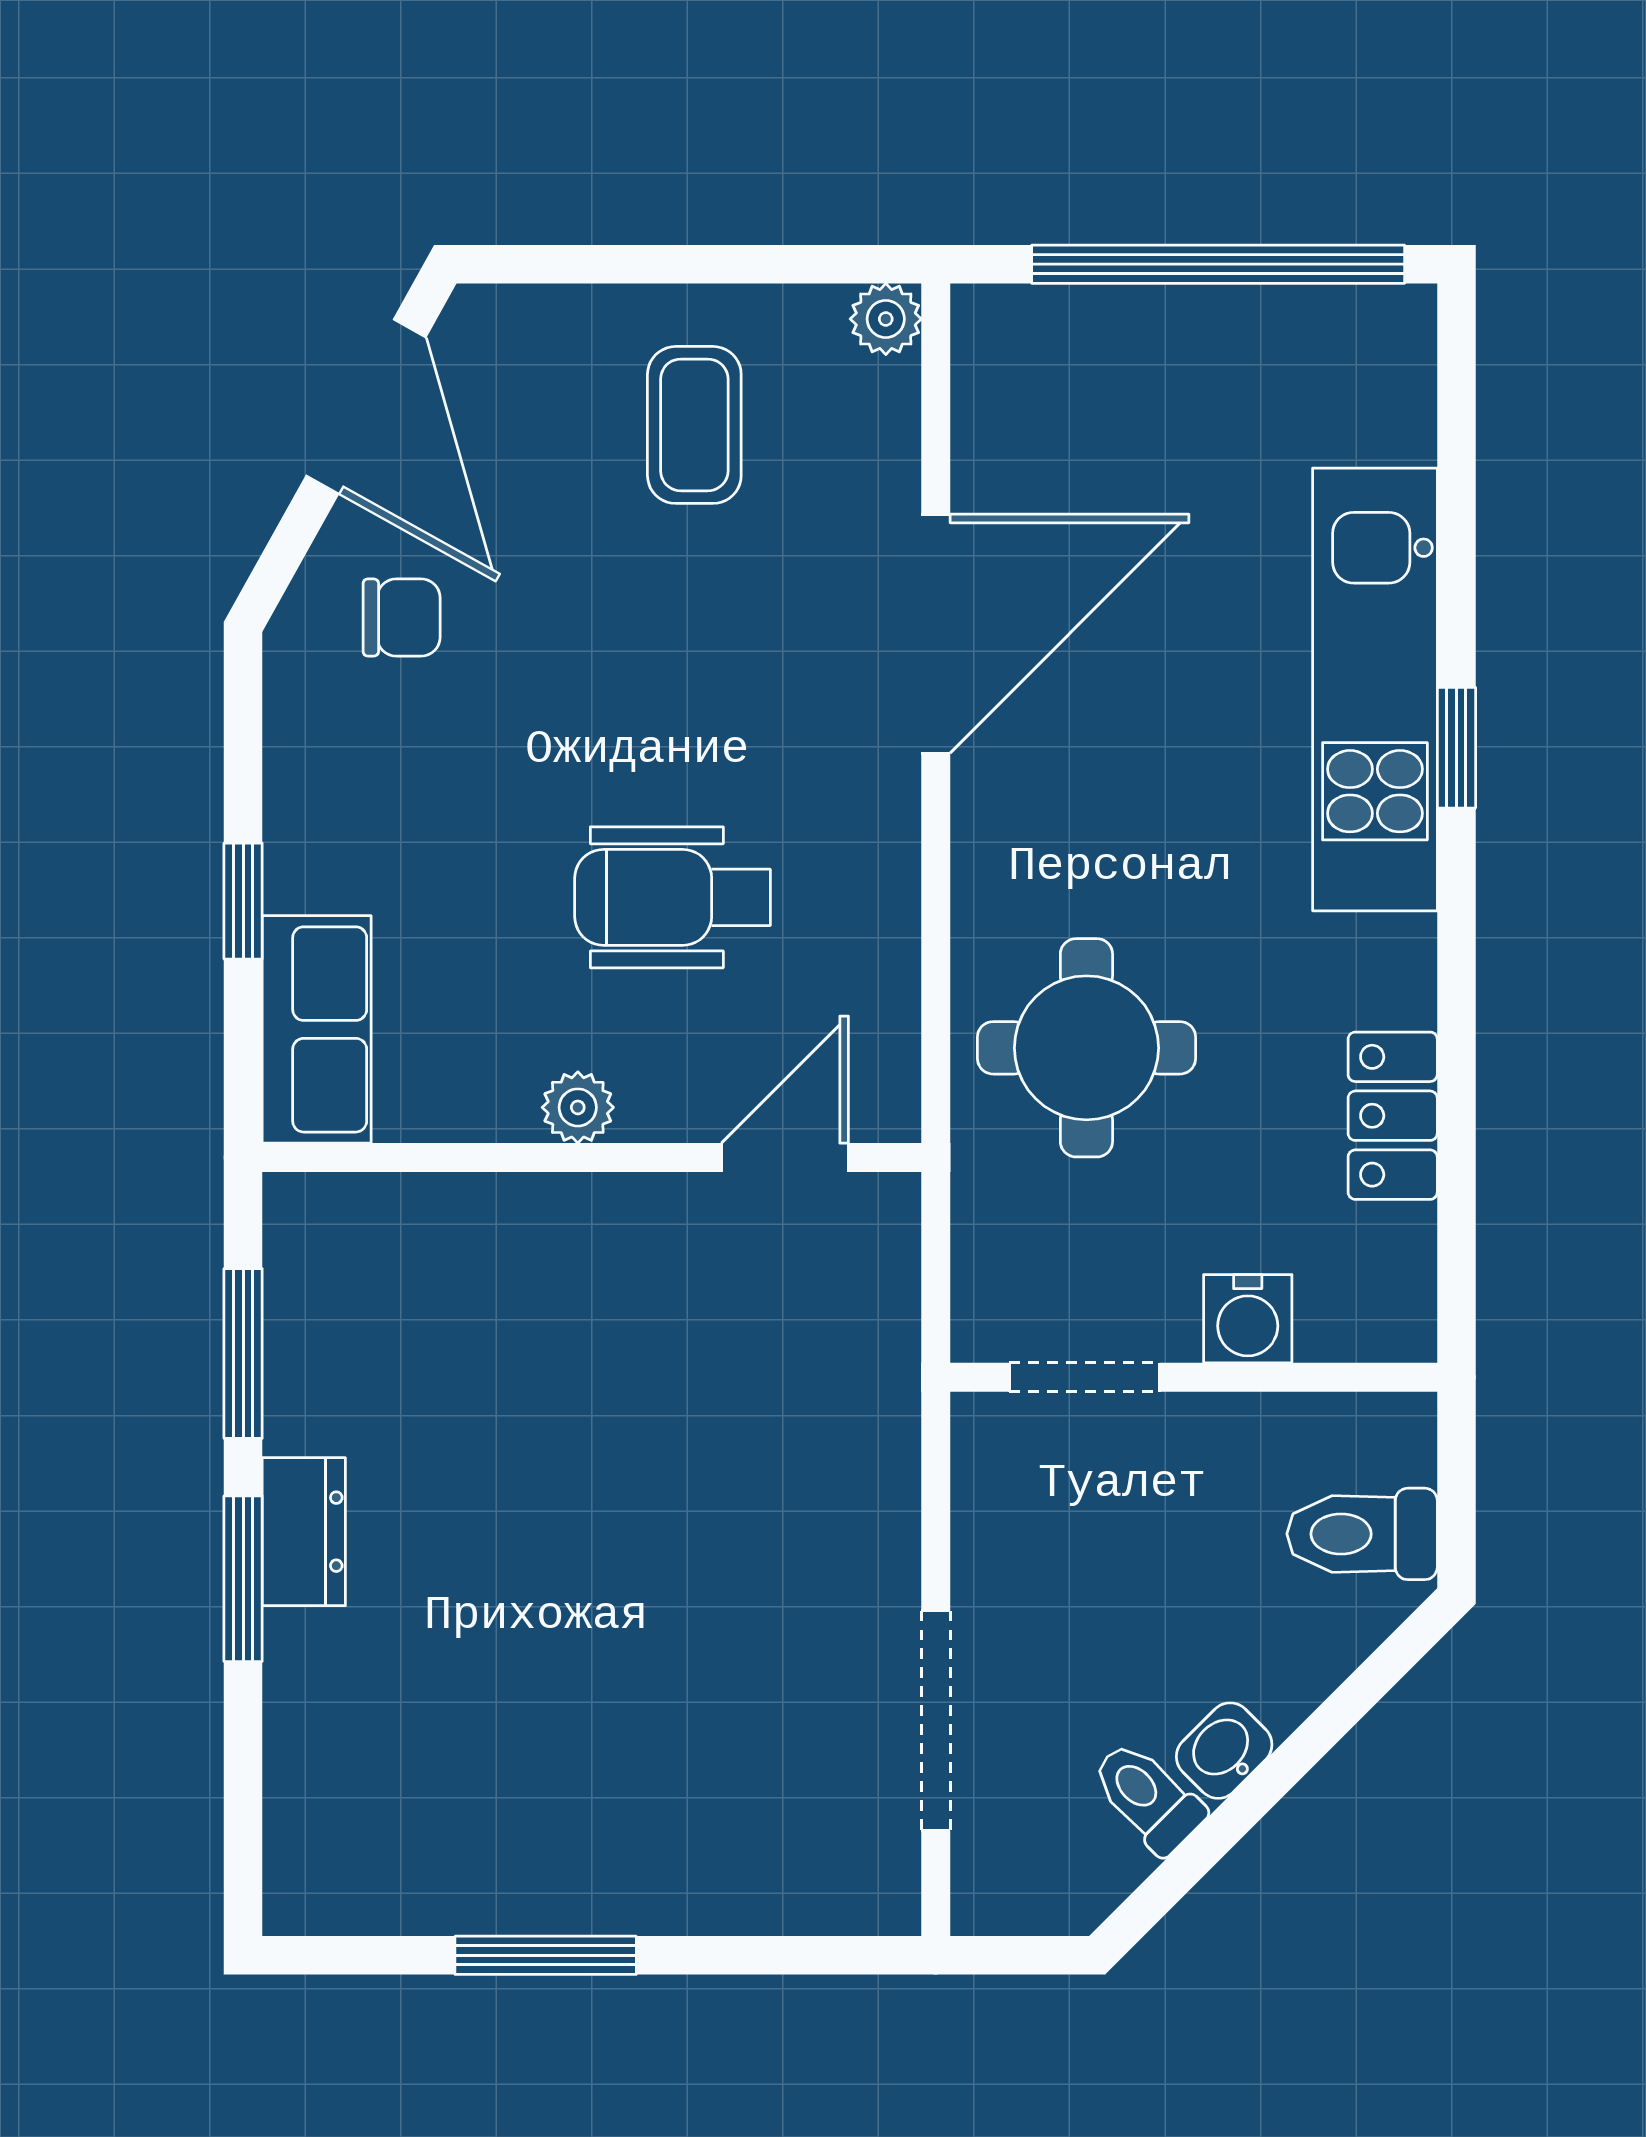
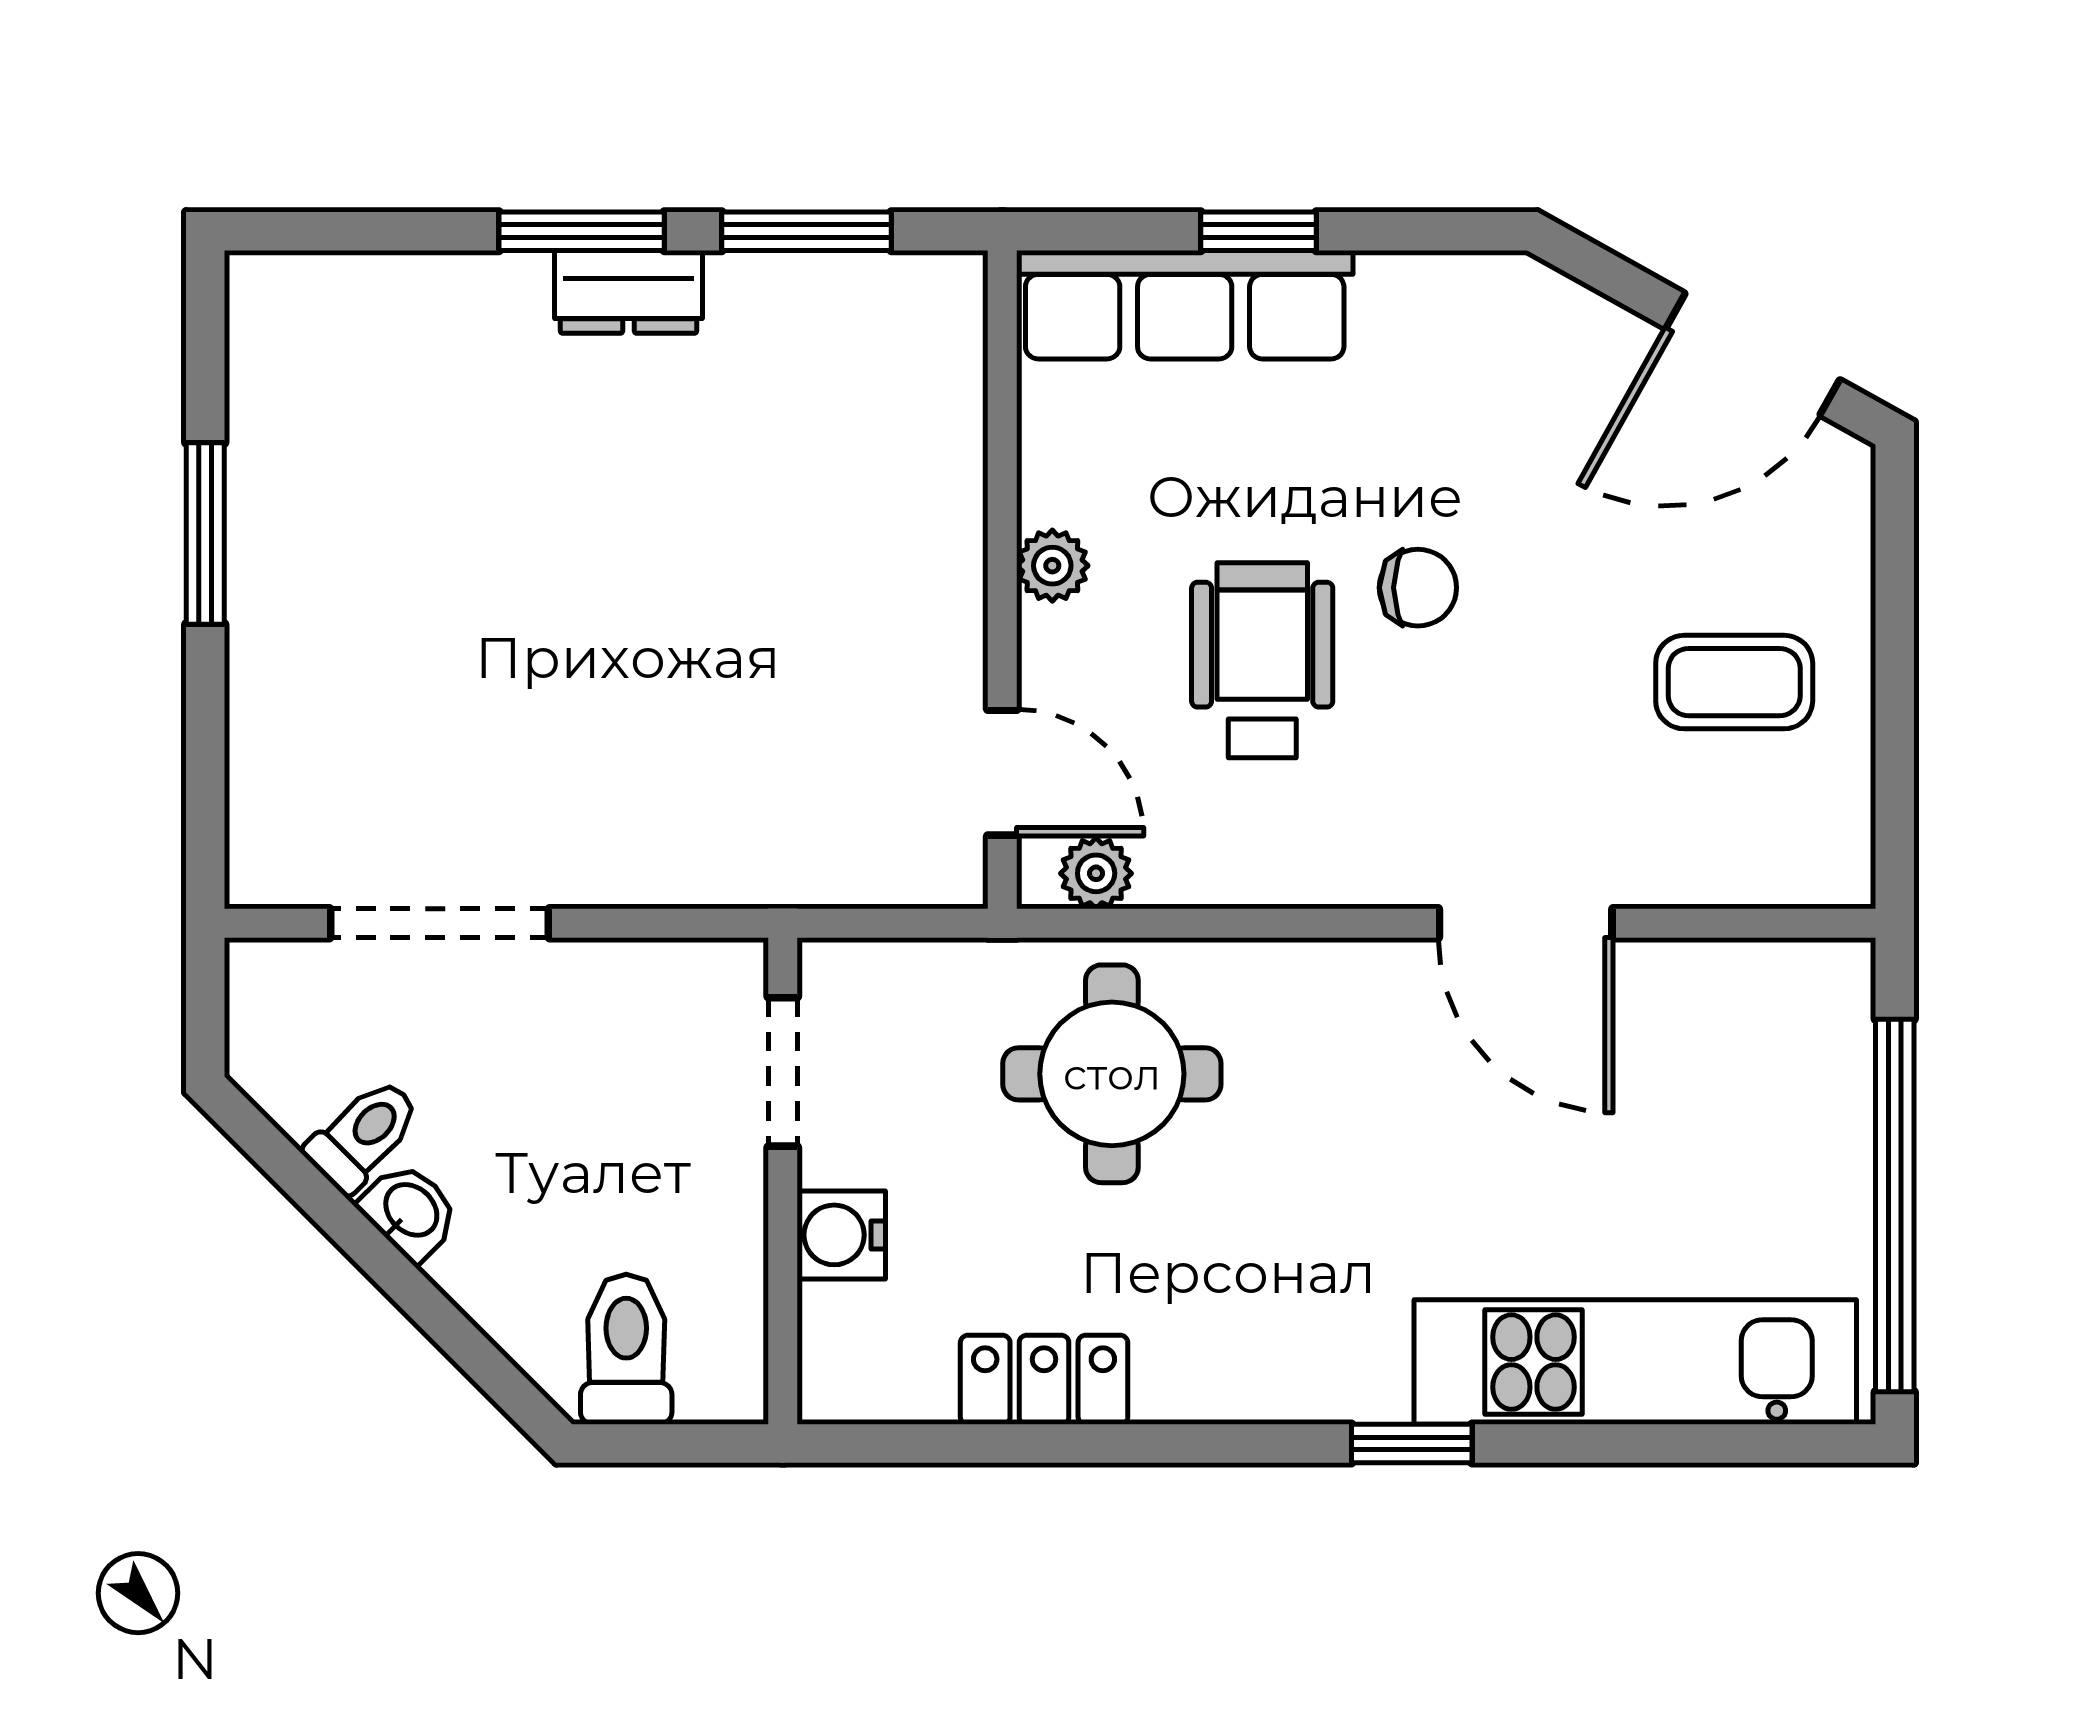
plant: (886, 319) -> (1096, 873), moved
chair: (402, 617) -> (1418, 588), moved, turned -90
door: (936, 634) -> (1526, 923), width x0.73
kitchen unit: (1375, 689) -> (1635, 1362), moved
row of seats: (317, 1029) -> (1185, 305), width x1.48

